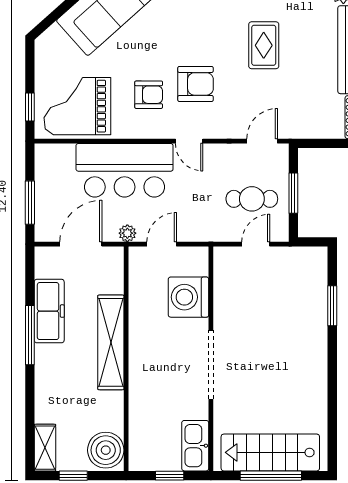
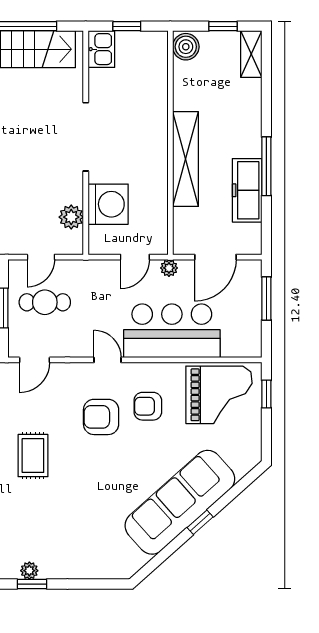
plant: (225, 284) -> (71, 217), added
kitchen sink: (195, 446) -> (101, 49), width x0.73
boiler: (106, 450) -> (186, 47), width x0.73, depth x0.73

